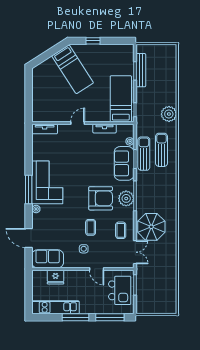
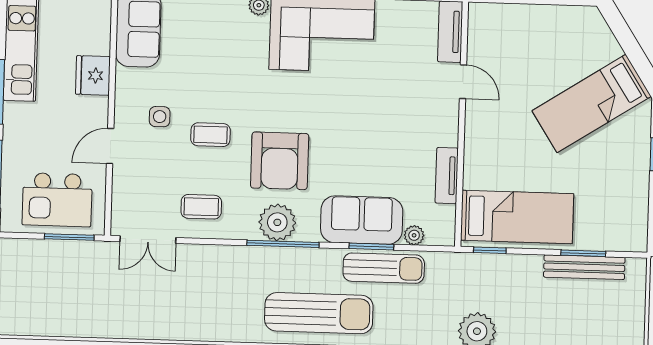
door: (78, 123) -> (463, 82), moved
sun lounger: (162, 150) -> (319, 313), moved, width x1.36, depth x1.34
parasol: (151, 227) -> (207, 281), removed
fridge: (56, 277) -> (93, 75), moved

